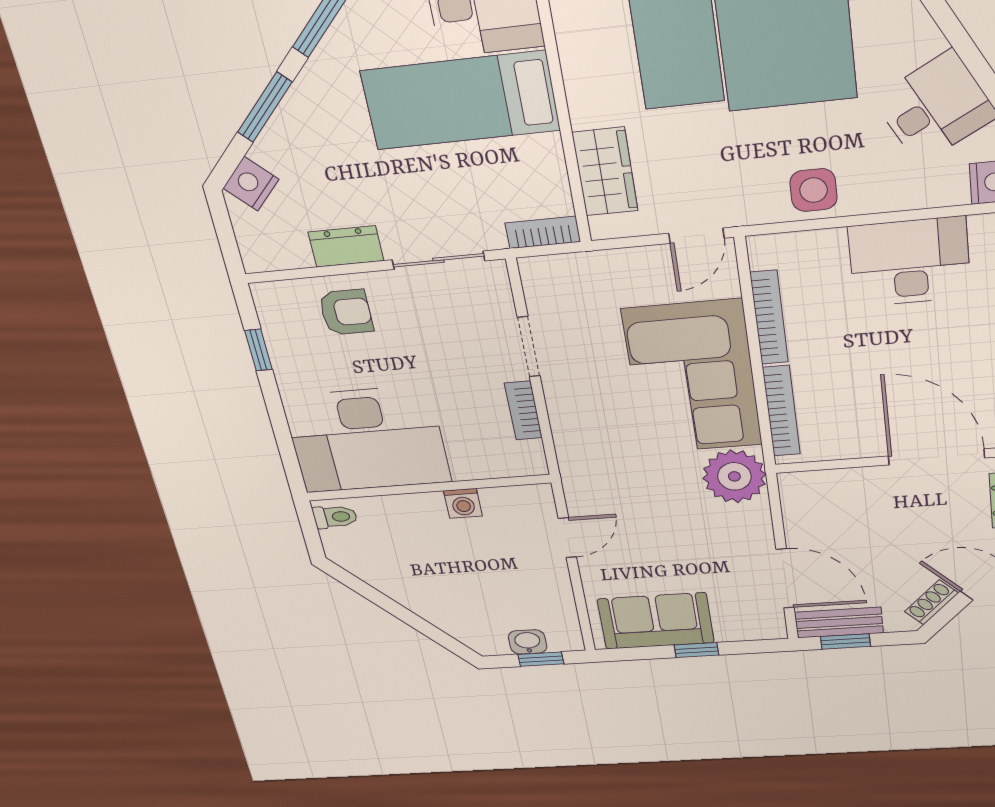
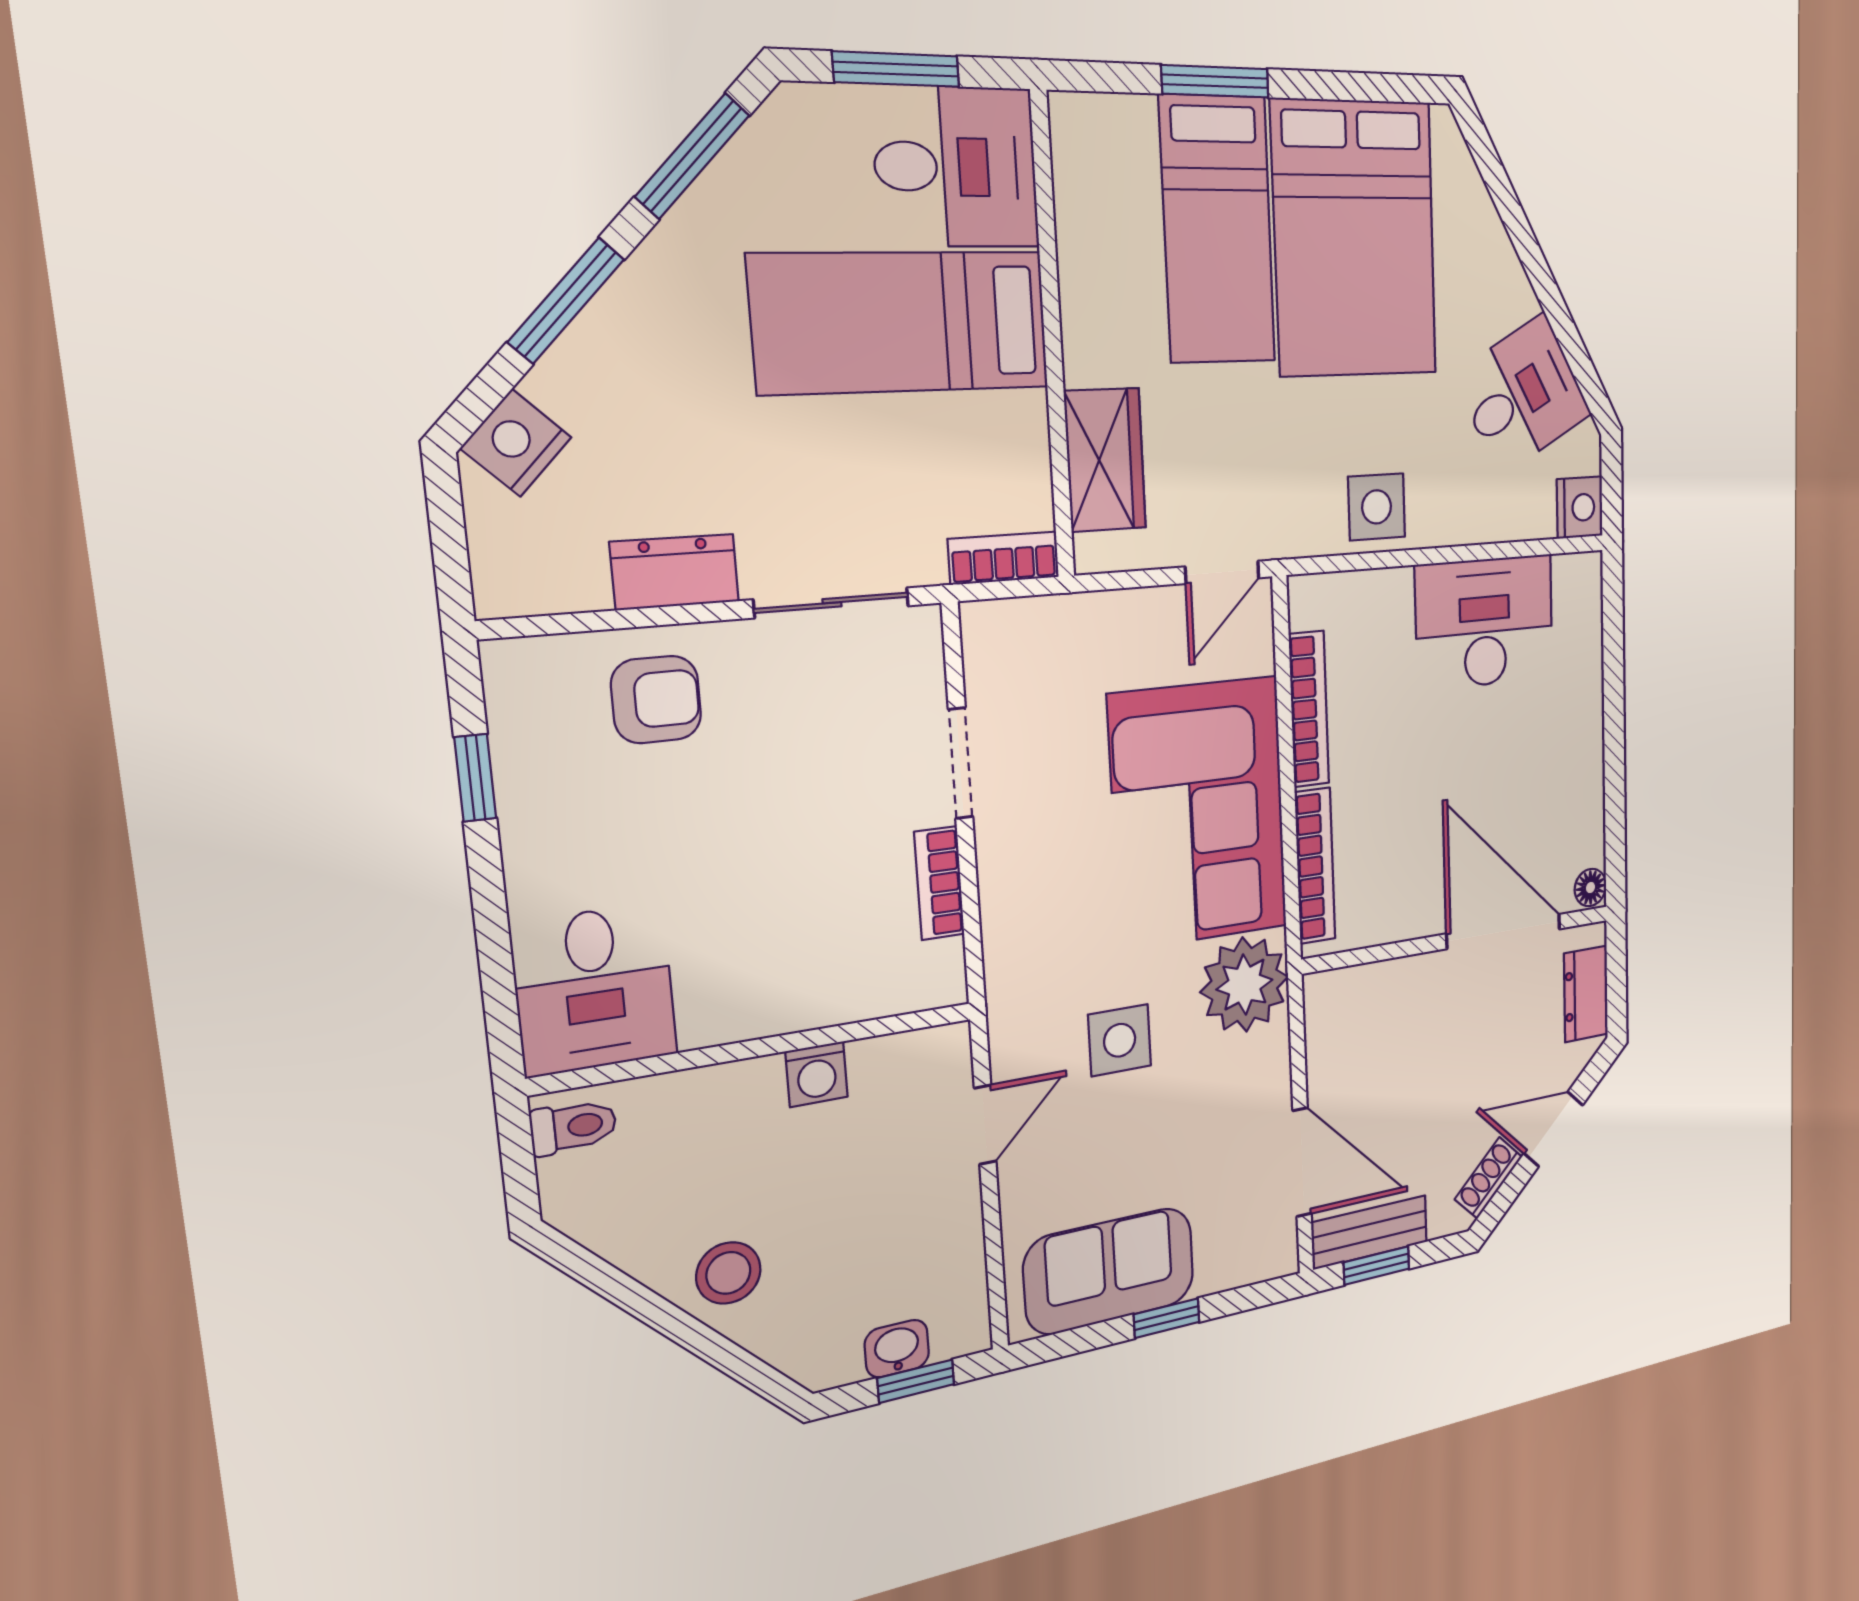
desk: (367, 440) -> (594, 989), width x0.53, depth x0.77
side table: (650, 501) -> (1120, 1040), added
stool: (427, 594) -> (728, 1273), added

